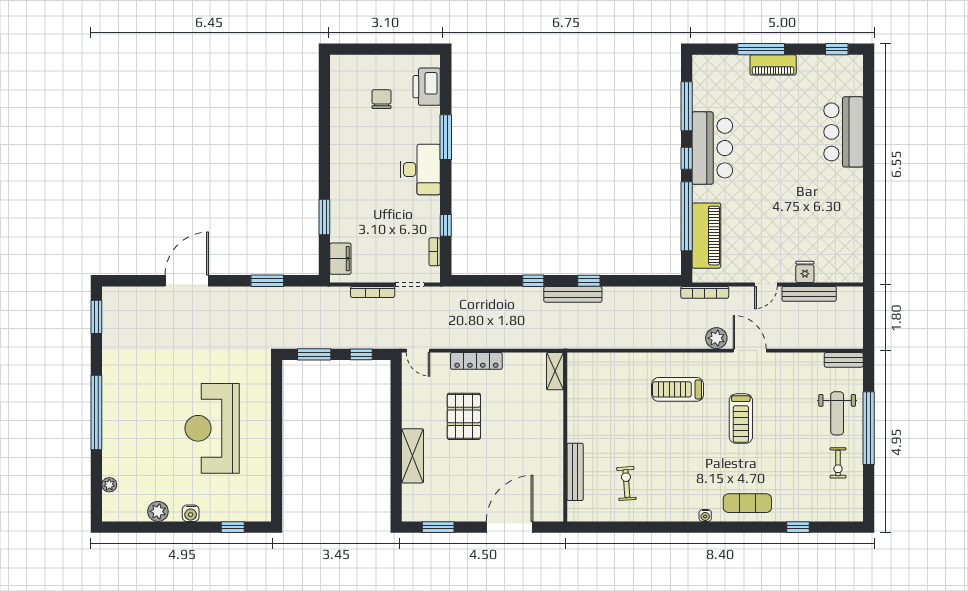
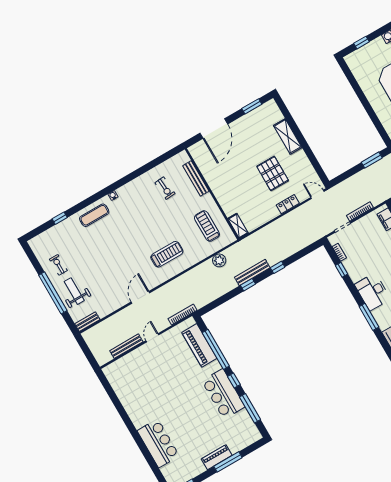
fridge: (805, 272) -> (135, 357), removed
plant: (716, 338) -> (219, 260), moved
door: (750, 351) -> (140, 297), swing flipped
window: (361, 354) -> (347, 175), removed
locker: (476, 361) -> (288, 204), width x0.66
treadmill: (741, 419) -> (207, 226), moved

